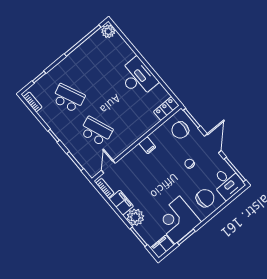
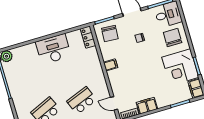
plant: (135, 217) -> (163, 99), removed

